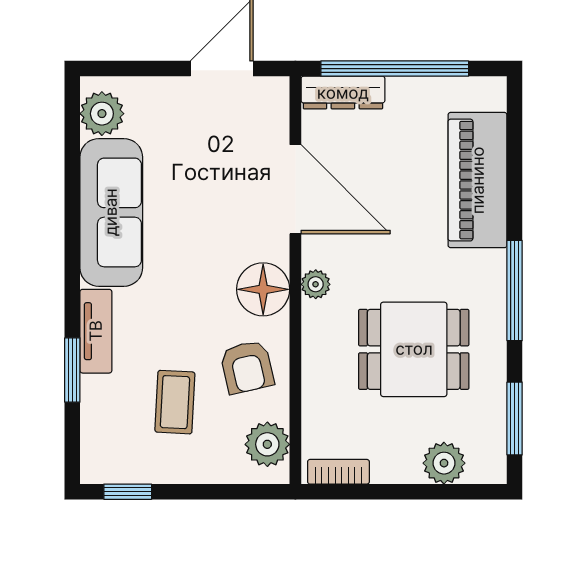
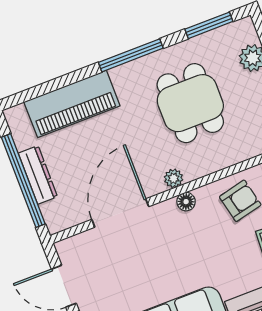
dresser: (343, 93) -> (38, 175), moved
floor lamp: (263, 289) -> (186, 202), width x0.53, depth x0.53

